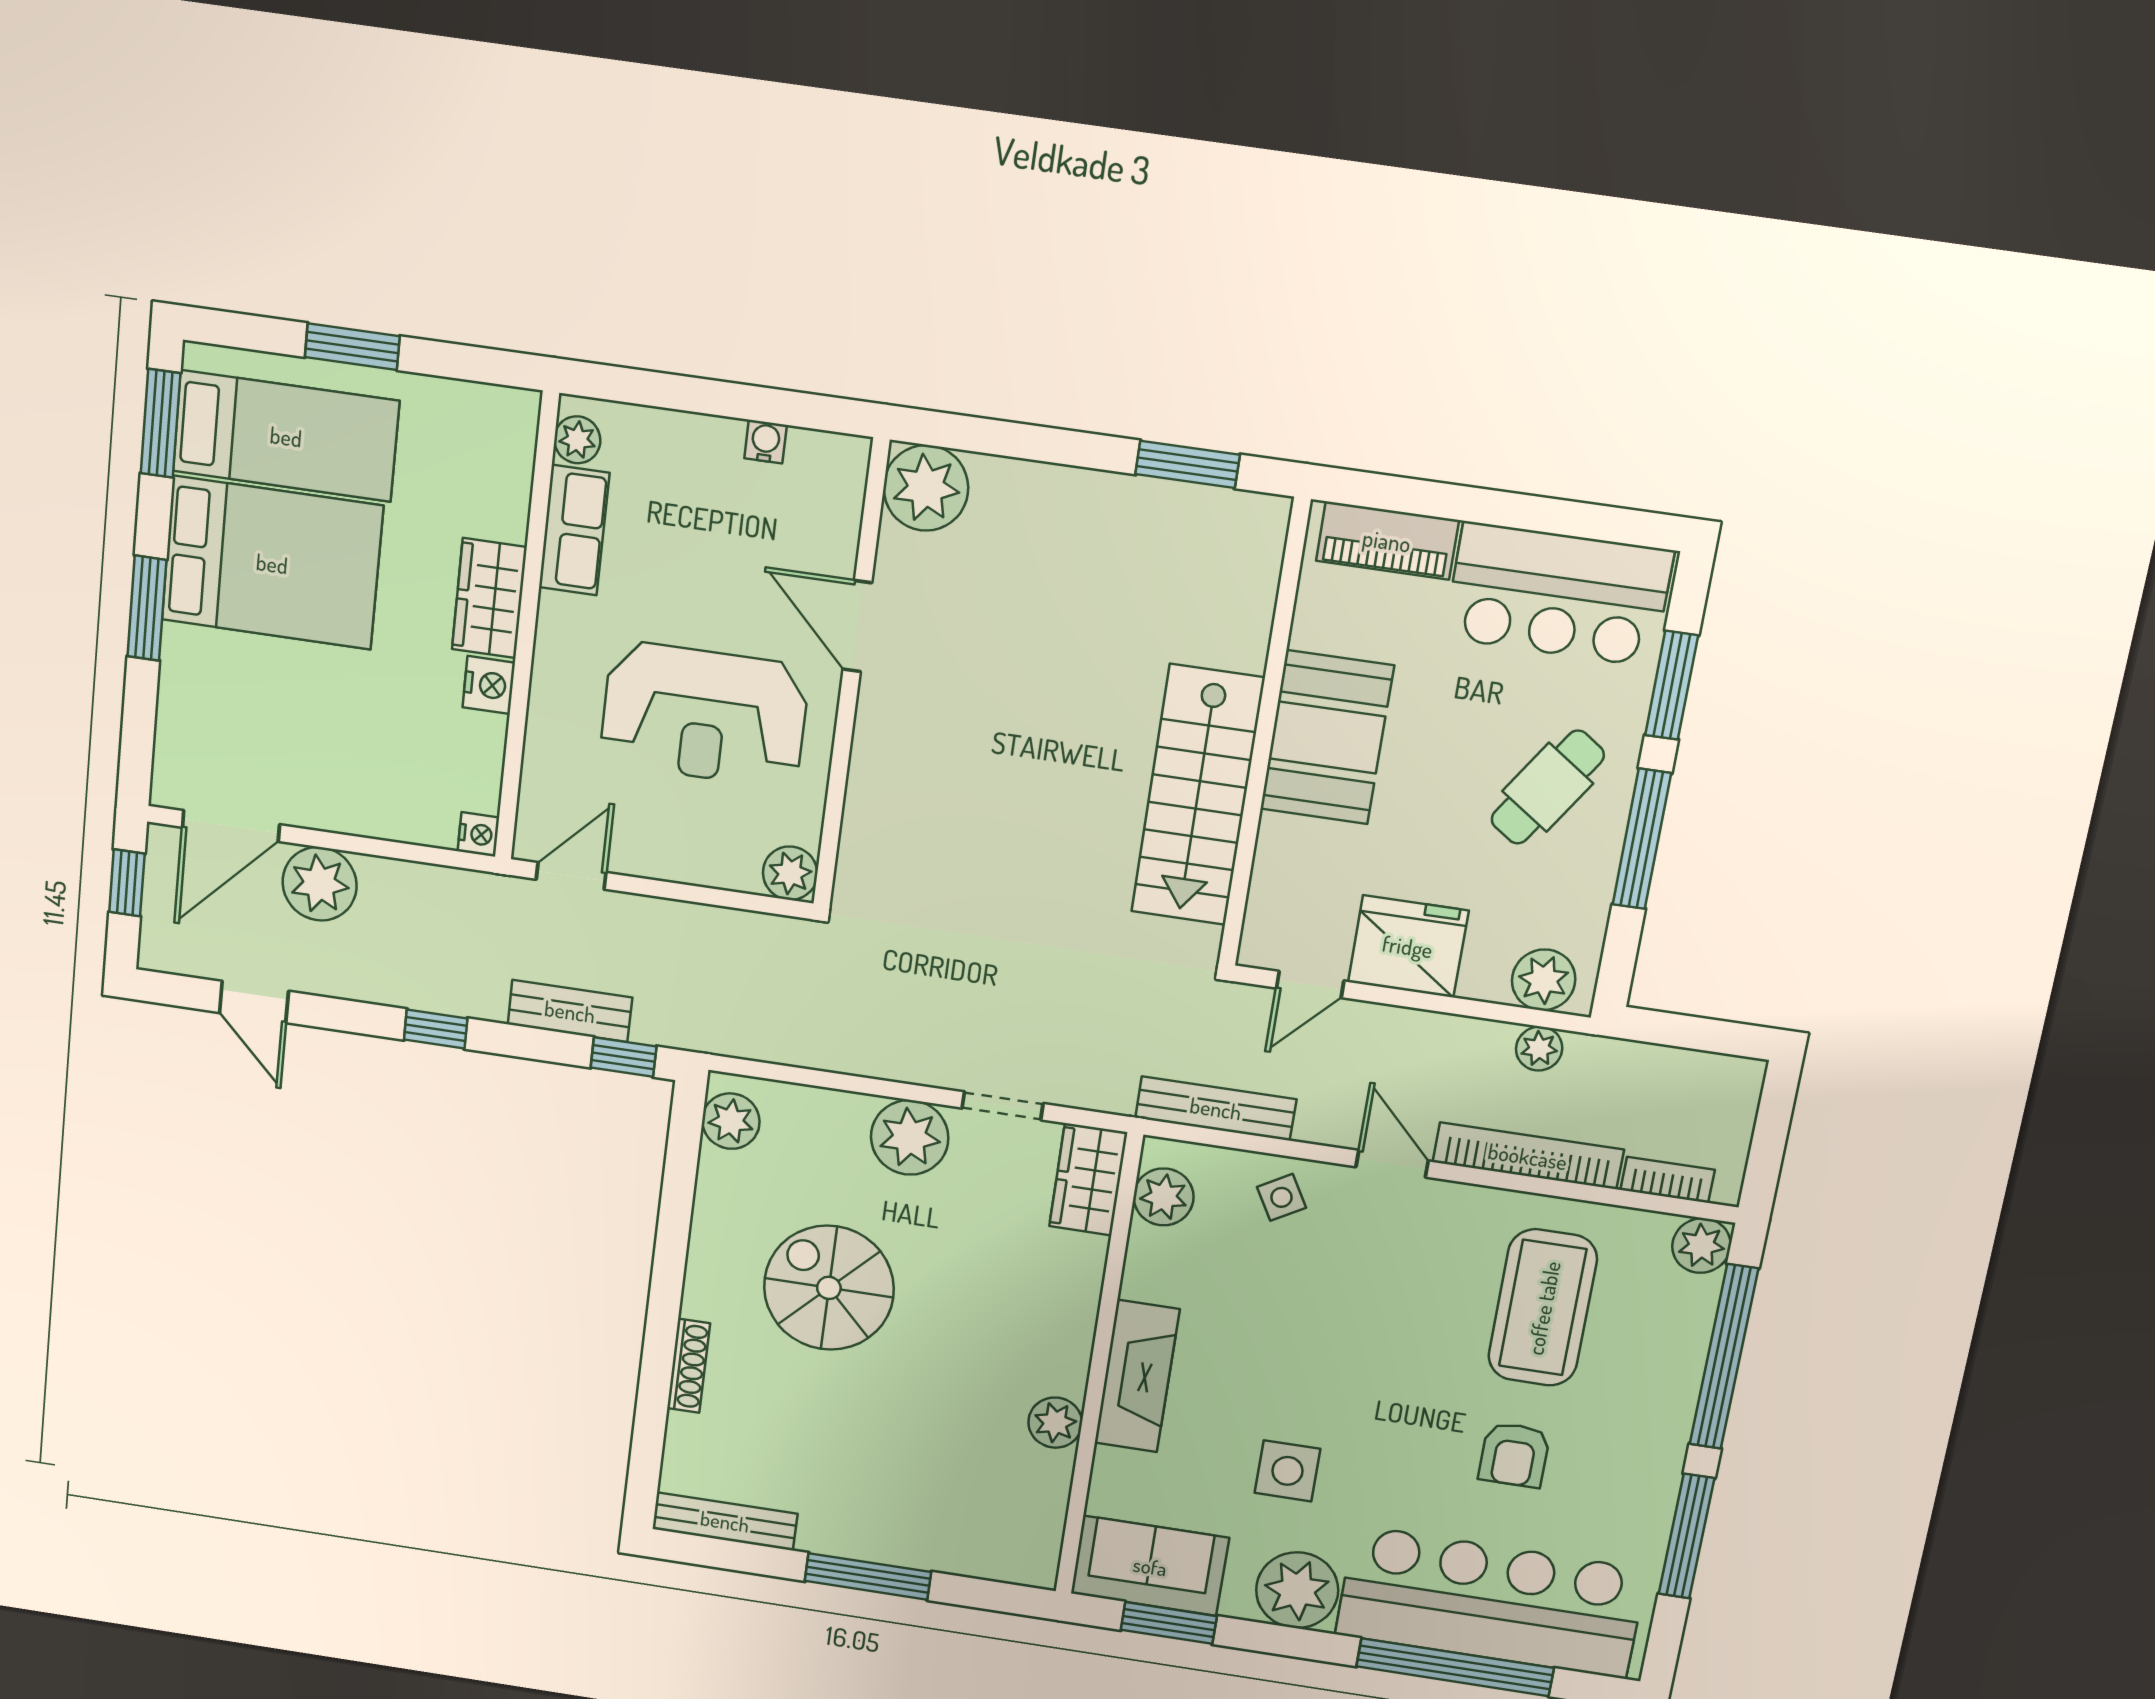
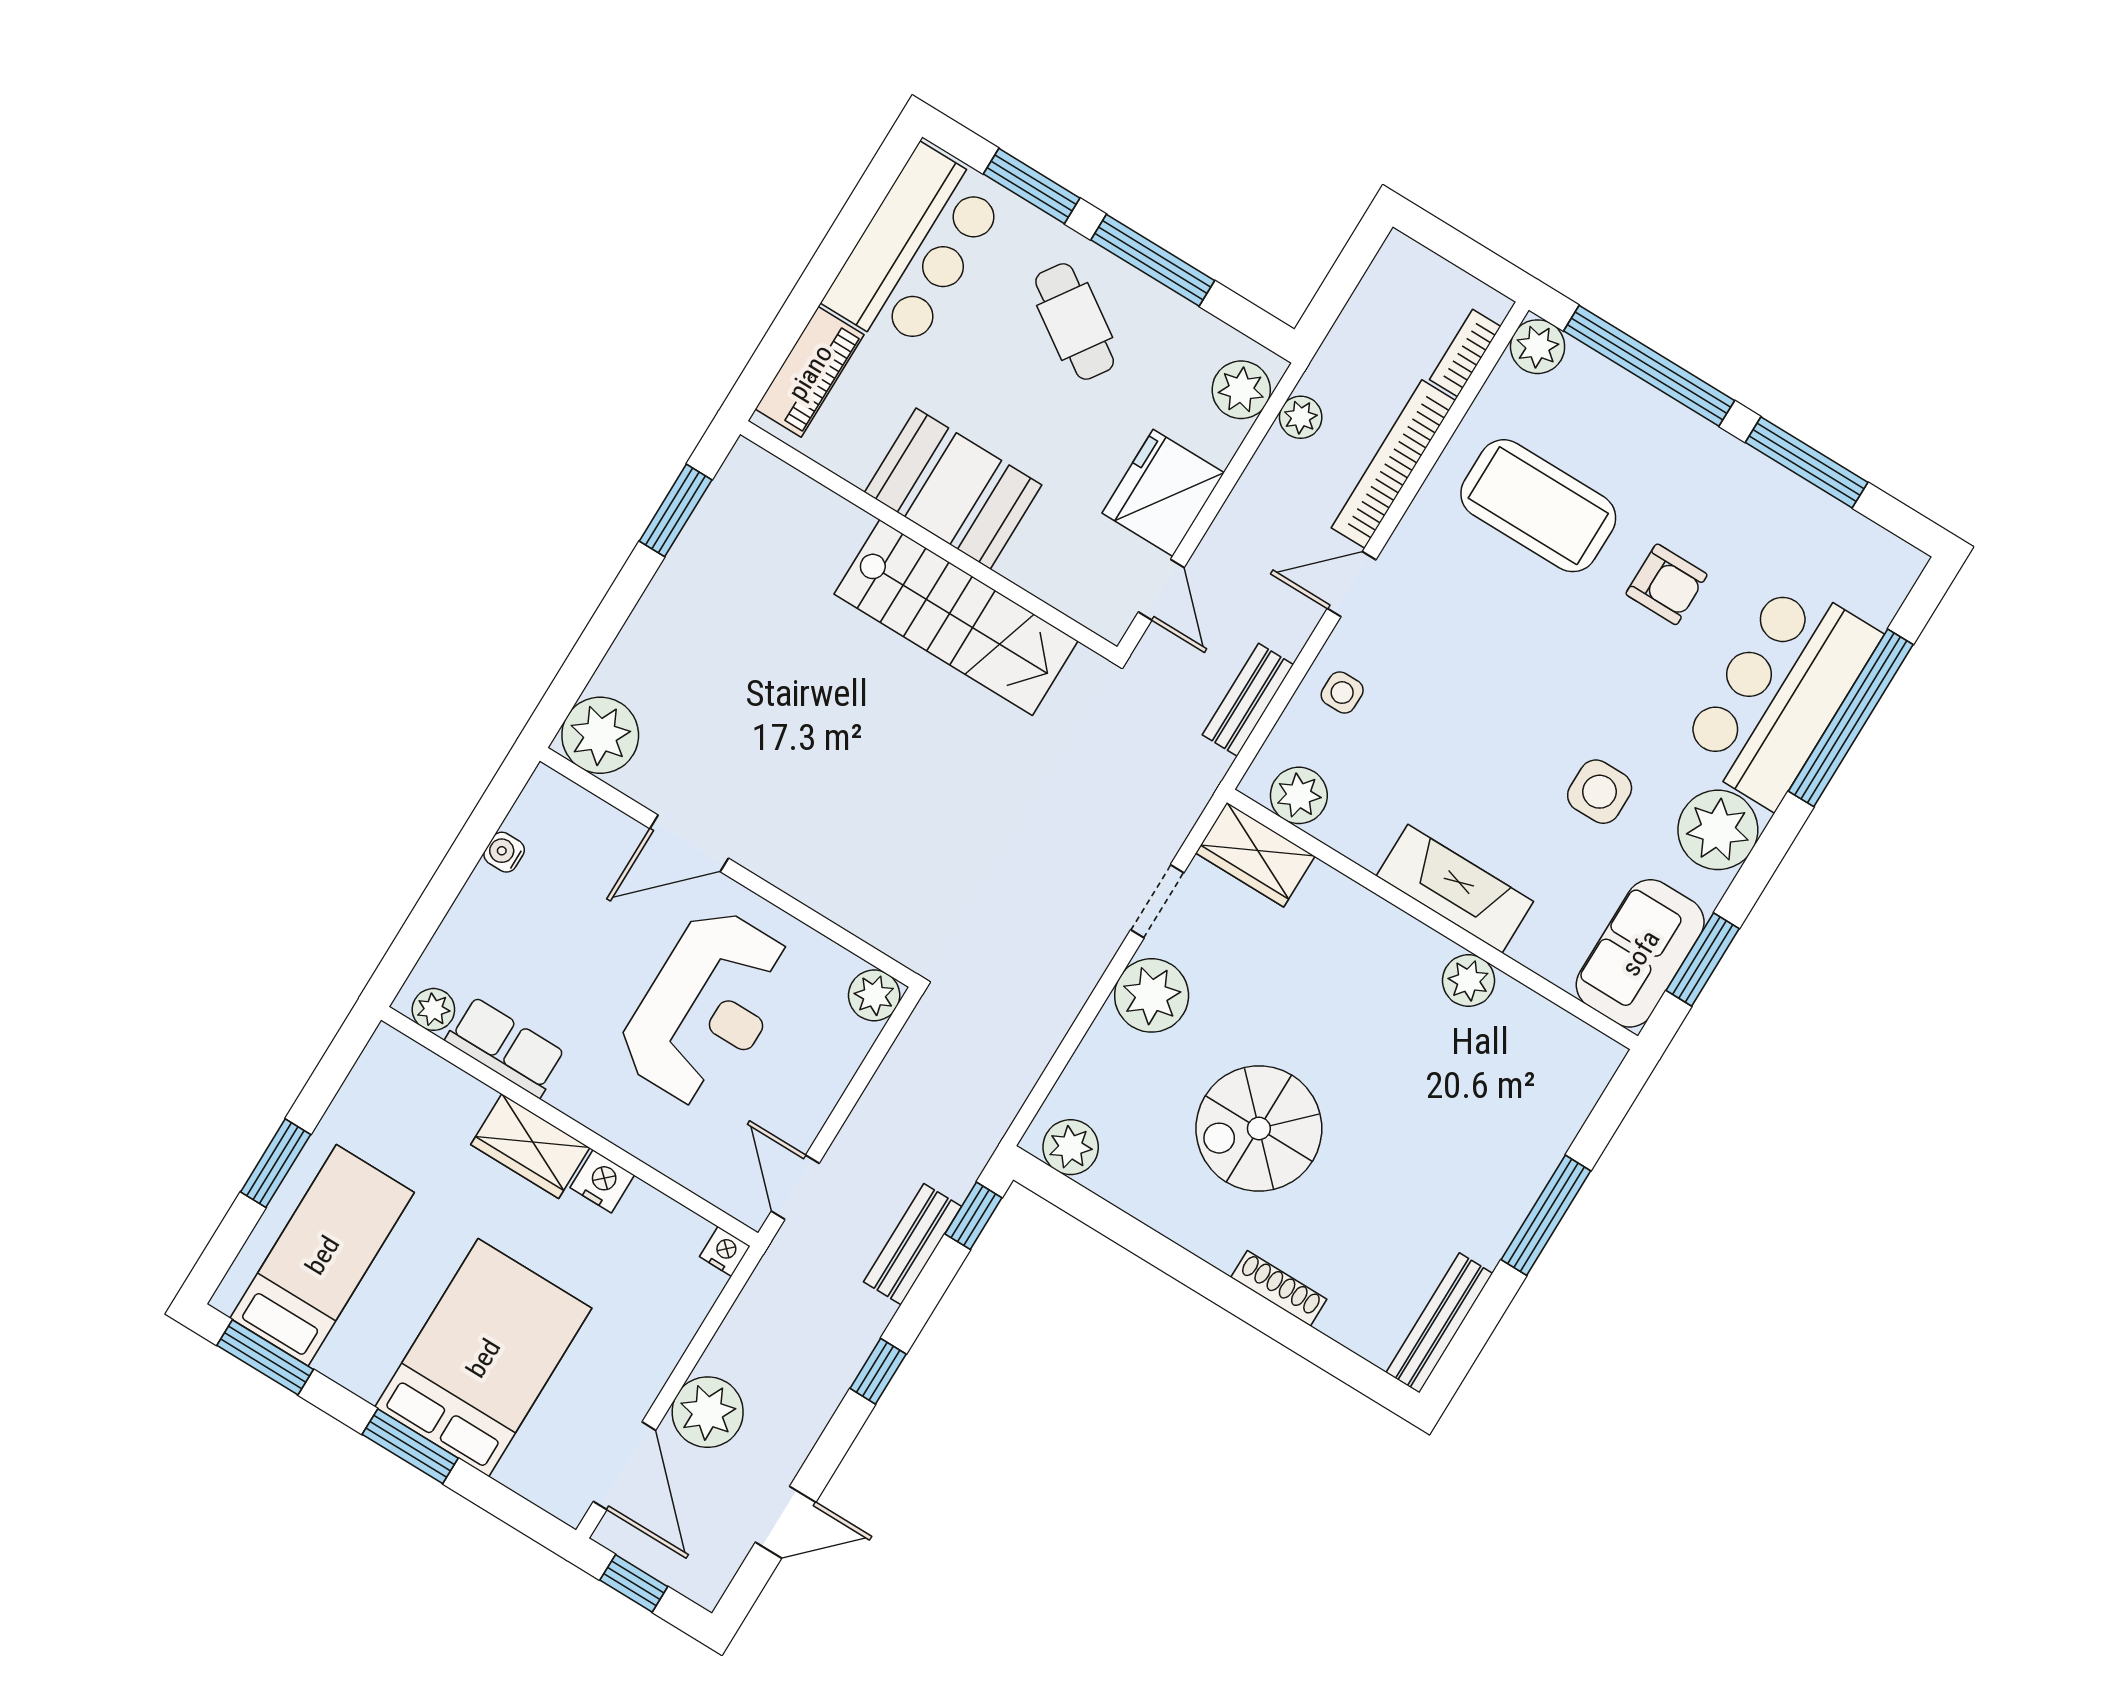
bed: (272, 563) -> (483, 1358), moved
bench: (1216, 1108) -> (1248, 700), width x0.73
side table: (1281, 1197) -> (1342, 693), turned 30
bar counter: (1491, 1602) -> (1780, 693), width x0.73

